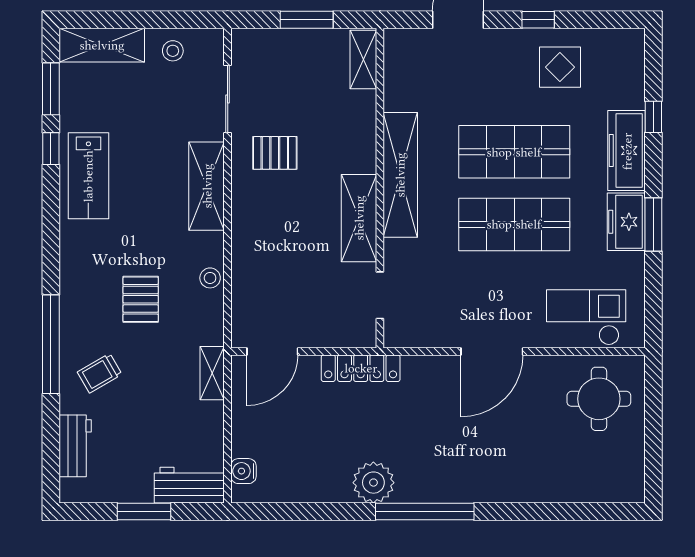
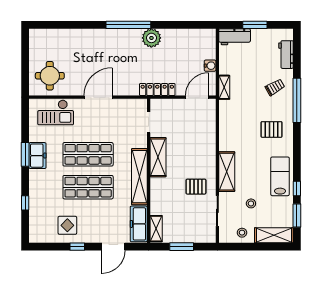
freezer: (627, 151) -> (139, 224), moved, turned 180
stool: (210, 278) -> (251, 203), moved
pallet: (141, 299) -> (272, 129), moved, turned 90
water cooler: (243, 471) -> (210, 66), moved

